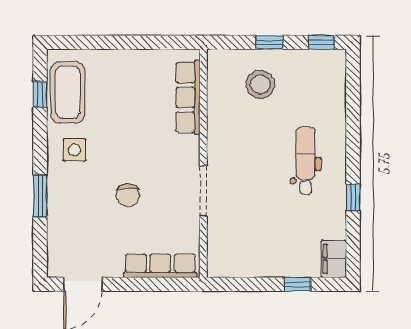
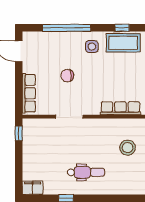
window: (40, 196) -> (67, 28), width x2.11
window: (297, 284) -> (19, 133), moved

